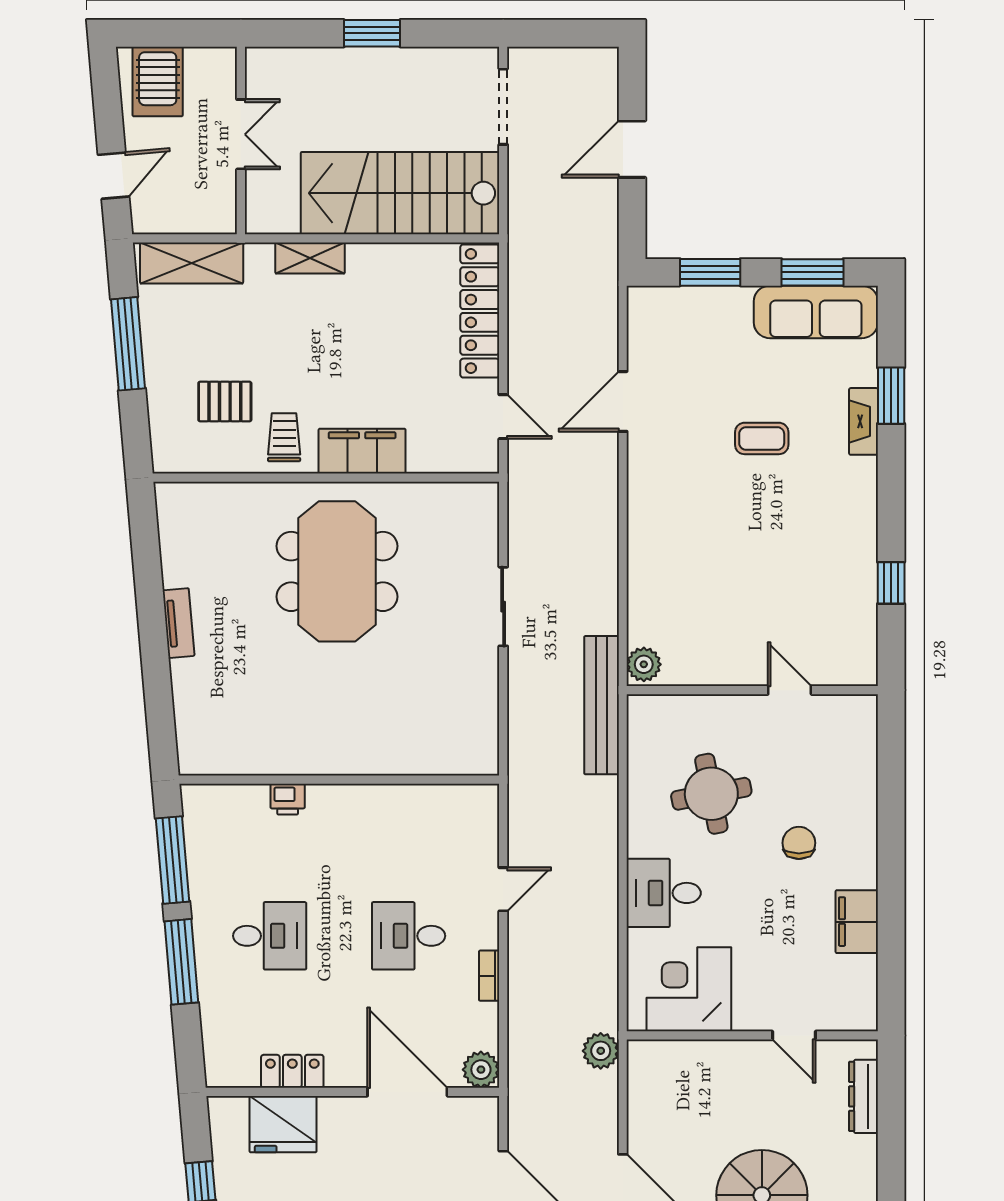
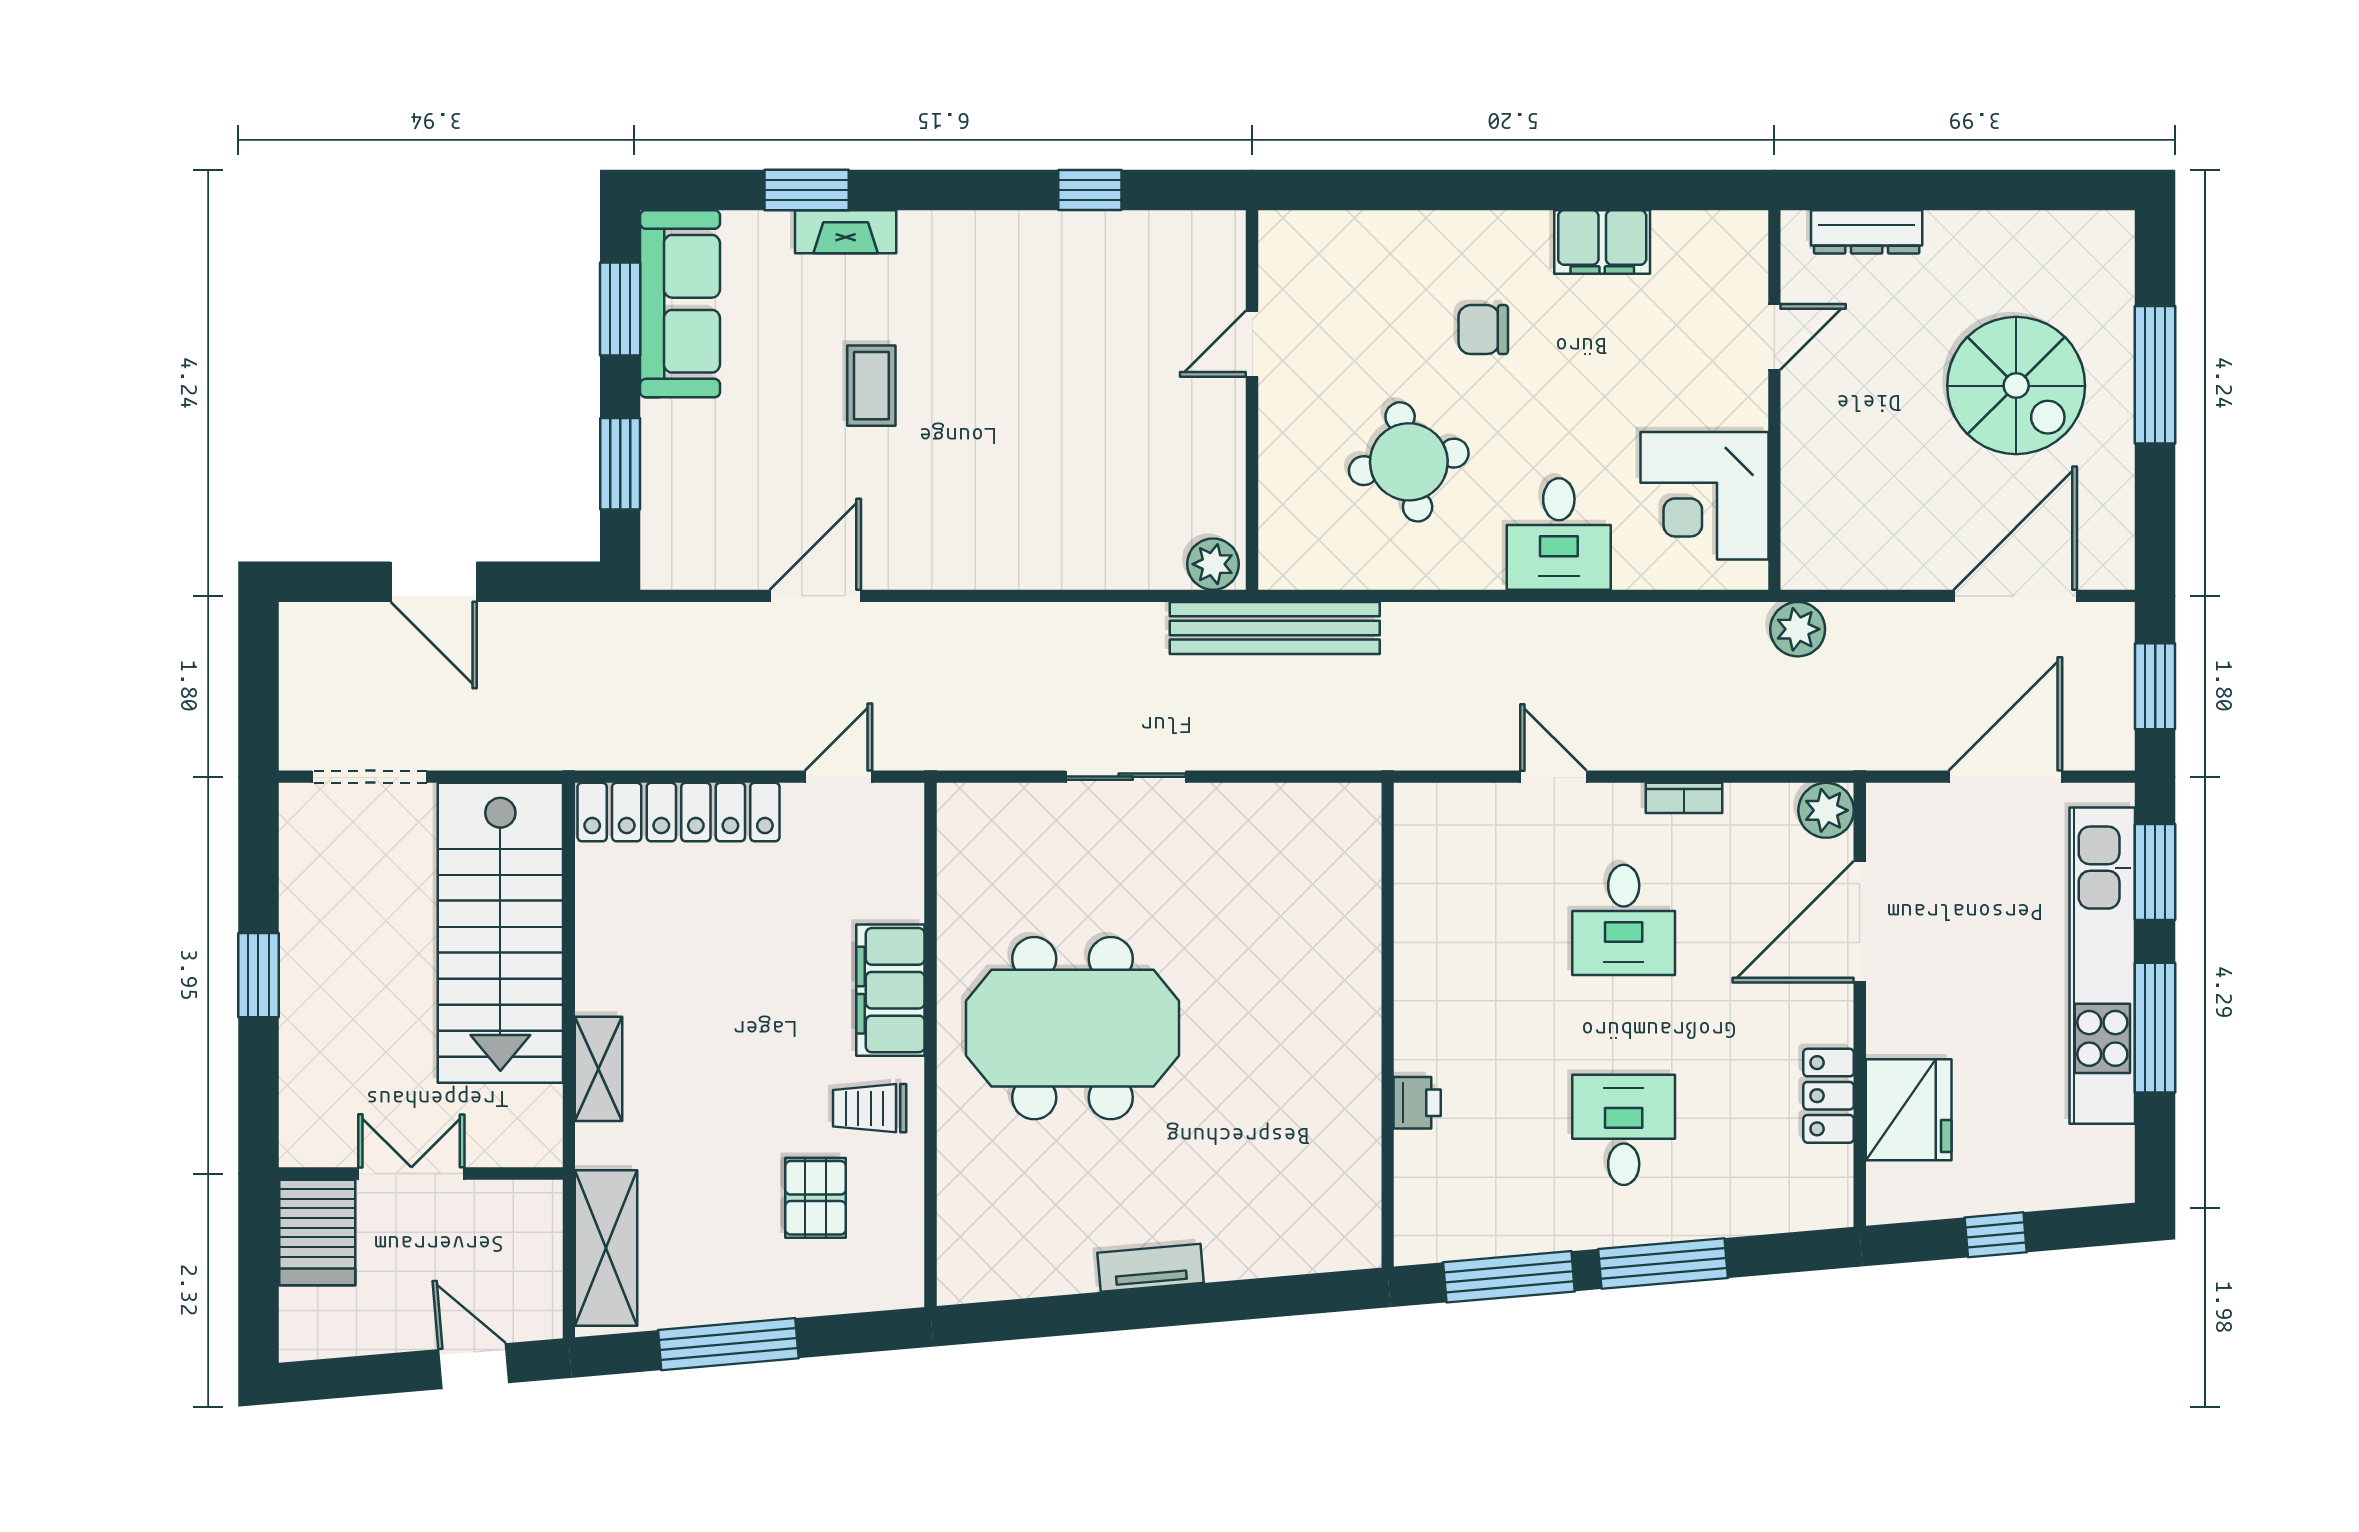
server rack: (158, 82) -> (317, 1232), moved, turned 90
door: (623, 401) -> (815, 596), swing flipped

